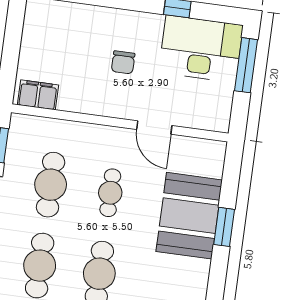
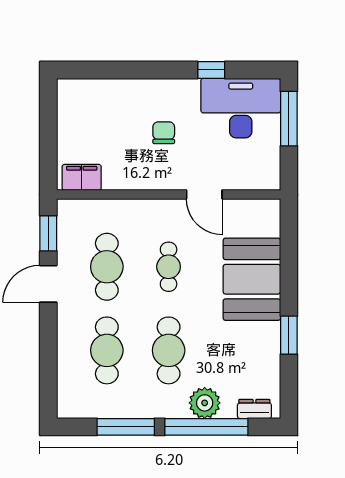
chair: (123, 62) -> (164, 133), turned 180
window: (224, 227) -> (289, 335), moved

